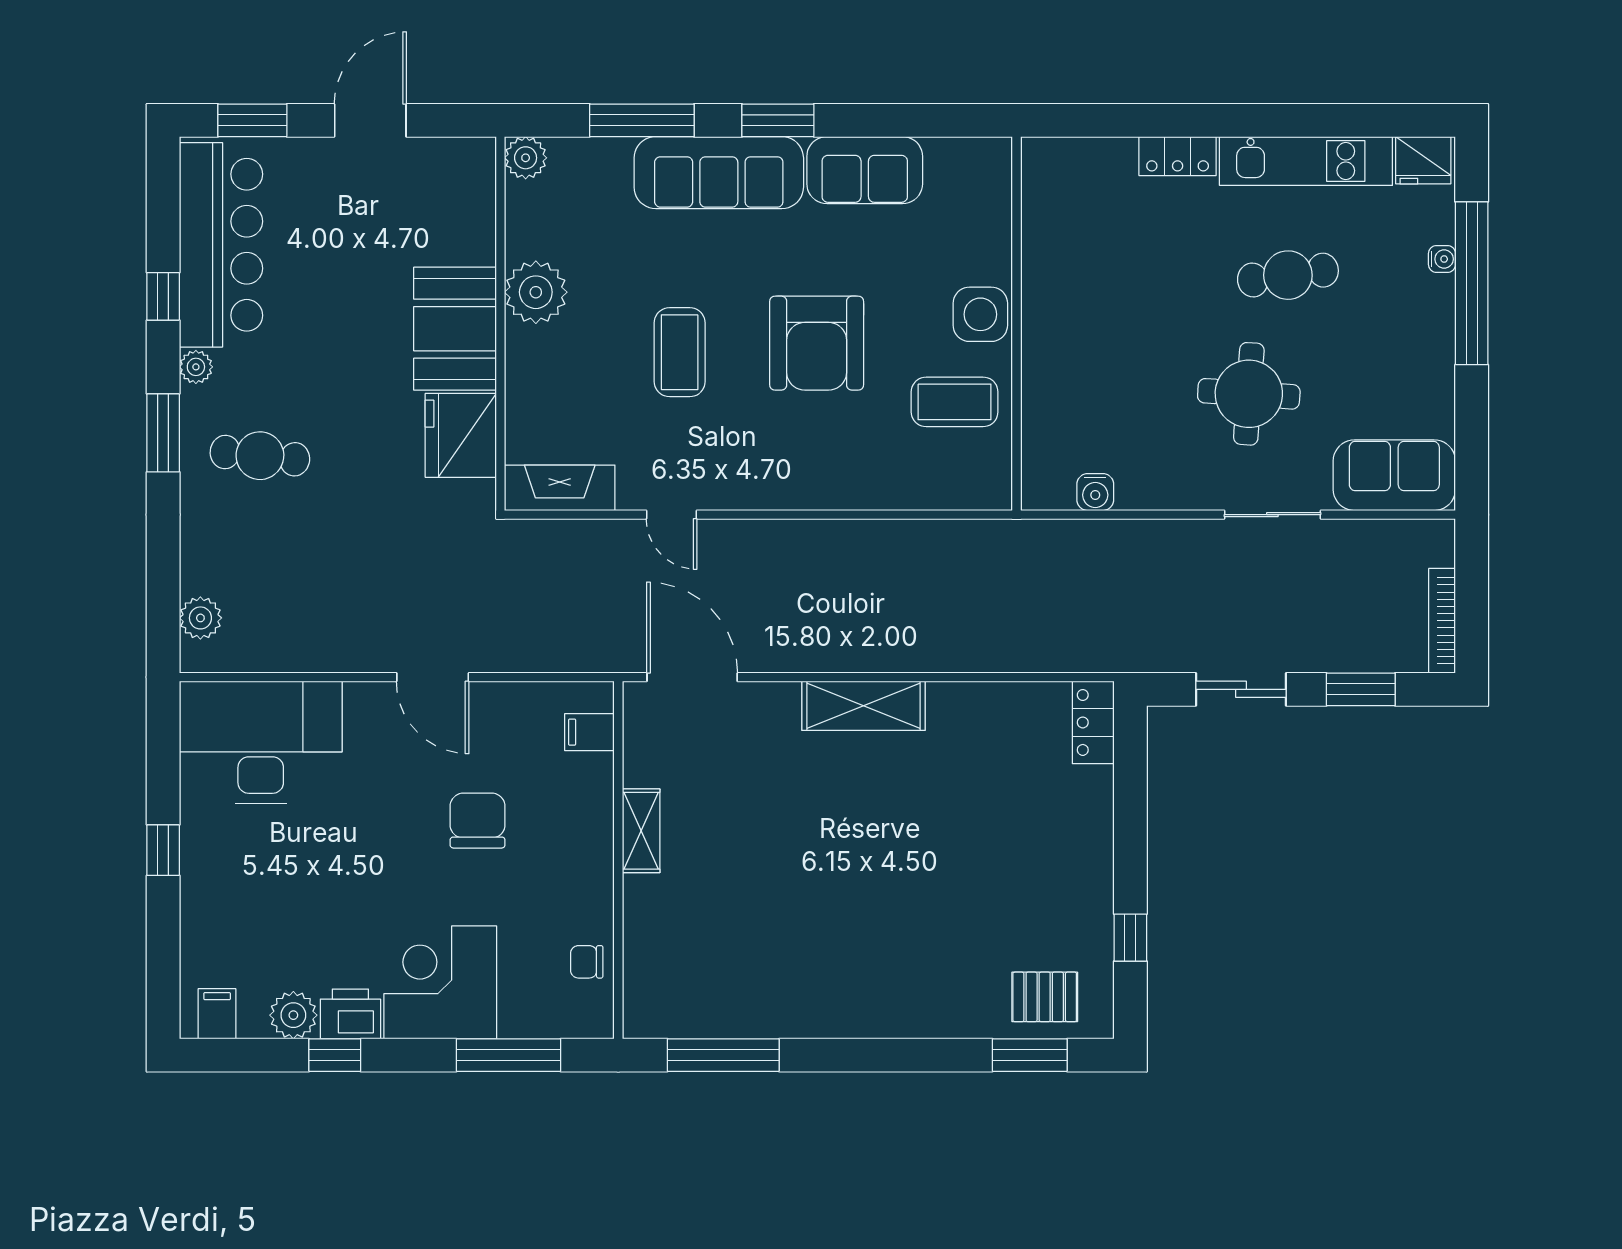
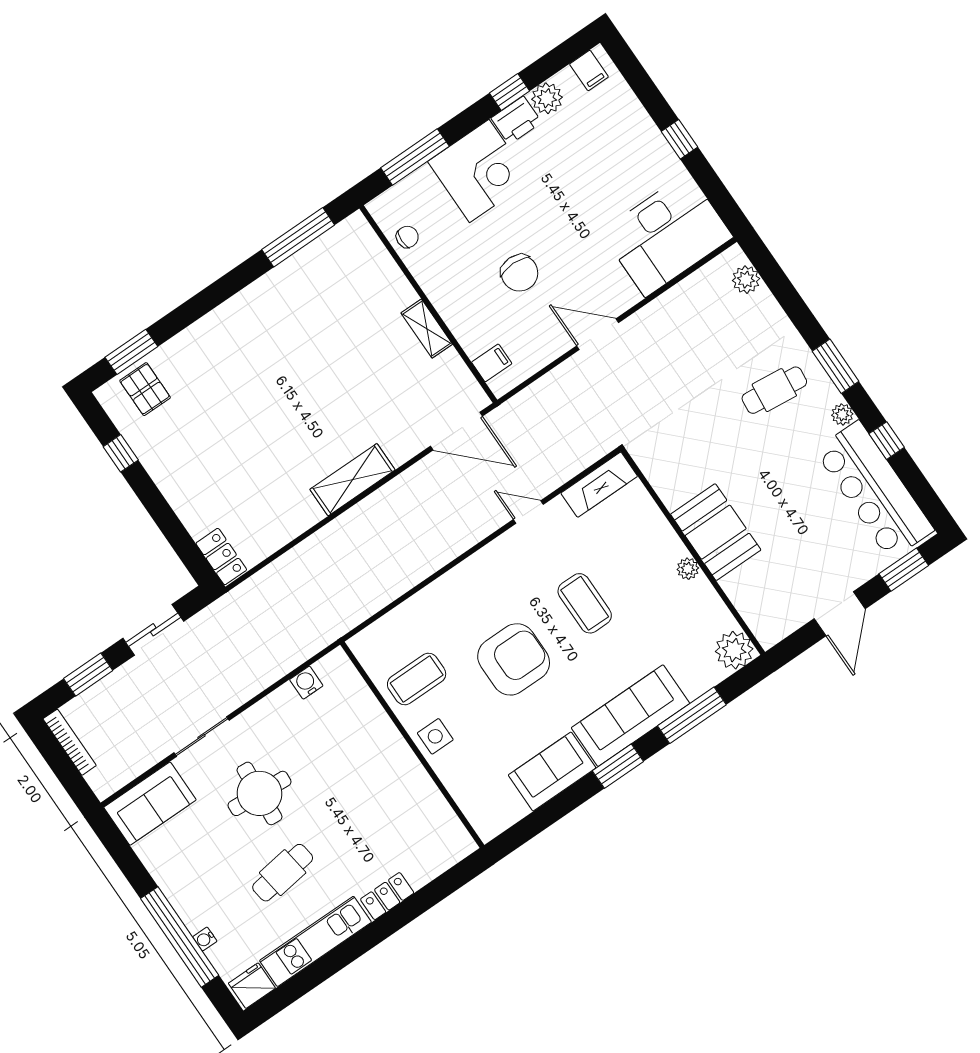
plant: (526, 158) -> (734, 650), width x1.36, depth x1.36
plant: (536, 292) -> (688, 569), width x0.53, depth x0.53
side table: (980, 314) -> (435, 736), width x0.73, depth x0.73
armchair: (817, 343) -> (514, 659), turned 90
fridge: (461, 435) -> (673, 476), removed
pallet: (1045, 997) -> (145, 389), turned 90

